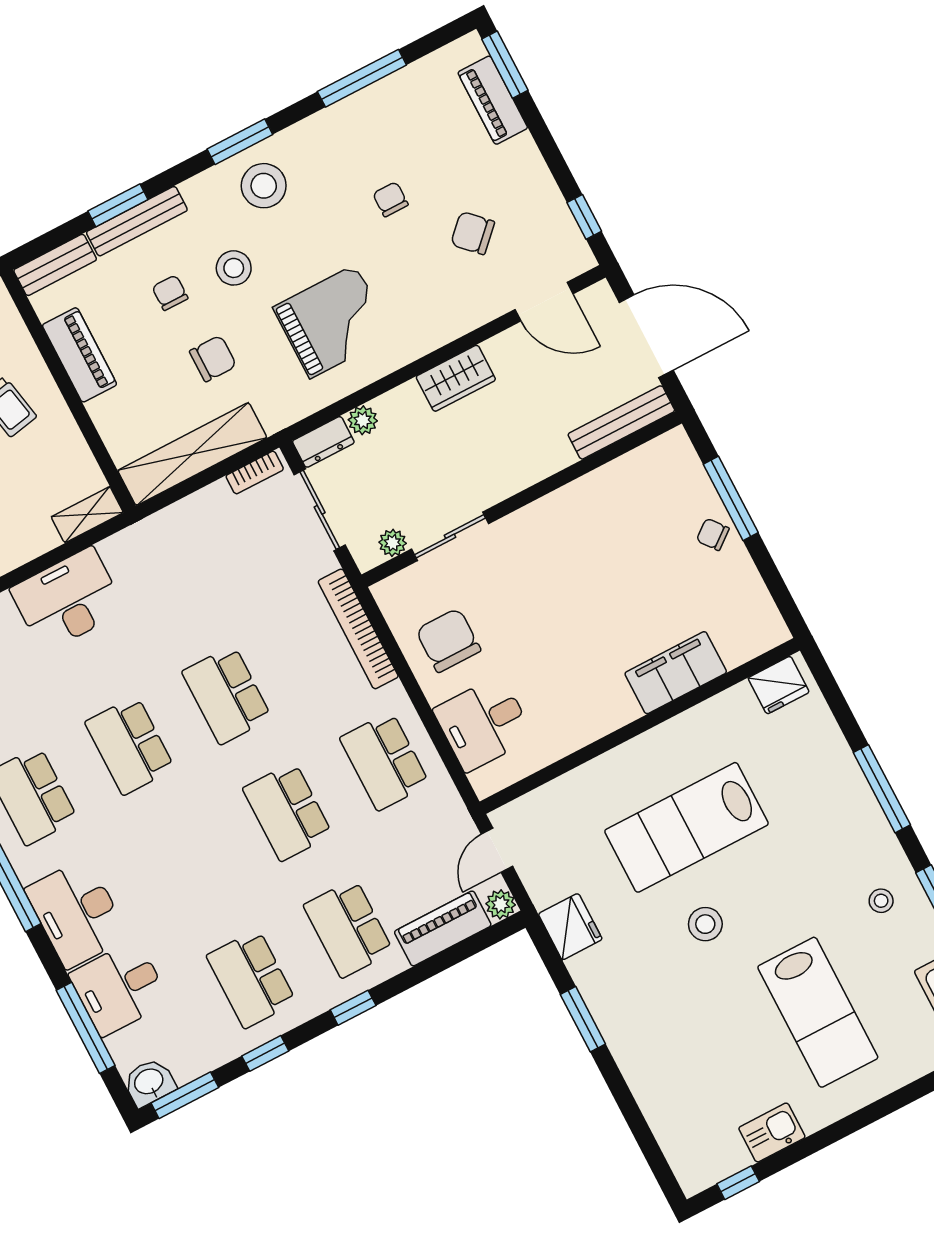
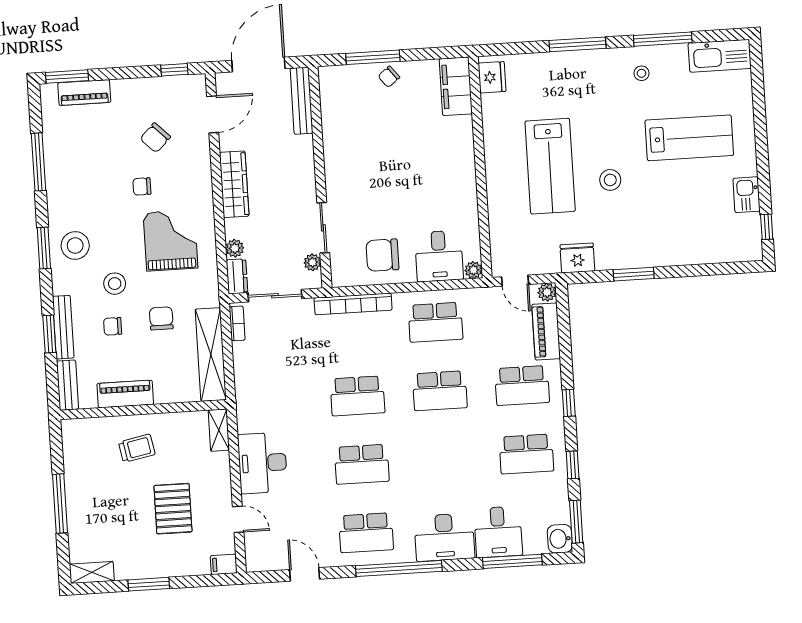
chair: (390, 199) -> (142, 186), moved
wardrobe: (456, 378) -> (234, 184), width x1.50
filing cabinet: (676, 673) -> (456, 86), moved
plant: (485, 783) -> (473, 270), added

